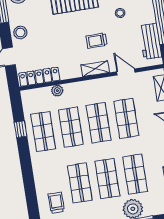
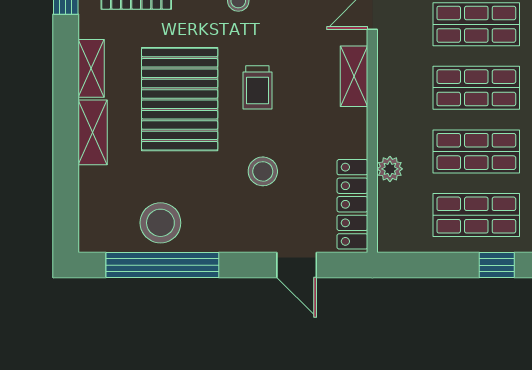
stool: (20, 33) -> (263, 171), moved
trolley: (97, 41) -> (257, 87), moved
window: (20, 129) -> (497, 265), moved

